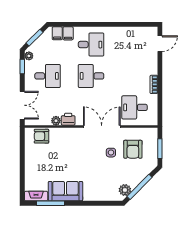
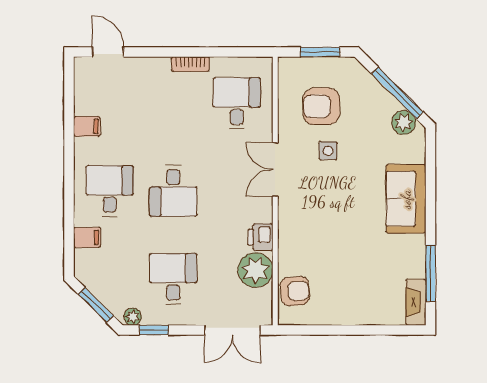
filing cabinet: (57, 33) -> (87, 126), moved
double door: (22, 105) -> (232, 330), swing flipped
desk: (134, 107) -> (237, 103), turned 180
plant: (56, 121) -> (255, 270), width x1.88, depth x1.88
double door: (102, 126) -> (275, 169), width x0.73
armchair: (41, 136) -> (295, 291), turned -94
armchair: (133, 149) -> (321, 106), turned 180
sofa: (65, 191) -> (406, 199), moved

